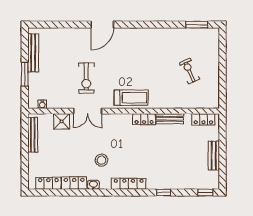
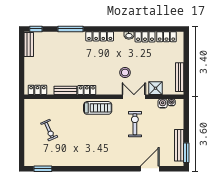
door: (102, 25) -> (150, 169), moved
window: (25, 74) -> (186, 153), moved
treadmill: (131, 98) -> (98, 108), turned 180
water cooler: (53, 103) -> (163, 103), added
bench: (214, 156) -> (29, 44), moved
stool: (101, 160) -> (125, 73), moved
window: (164, 193) -> (71, 29), width x2.17

